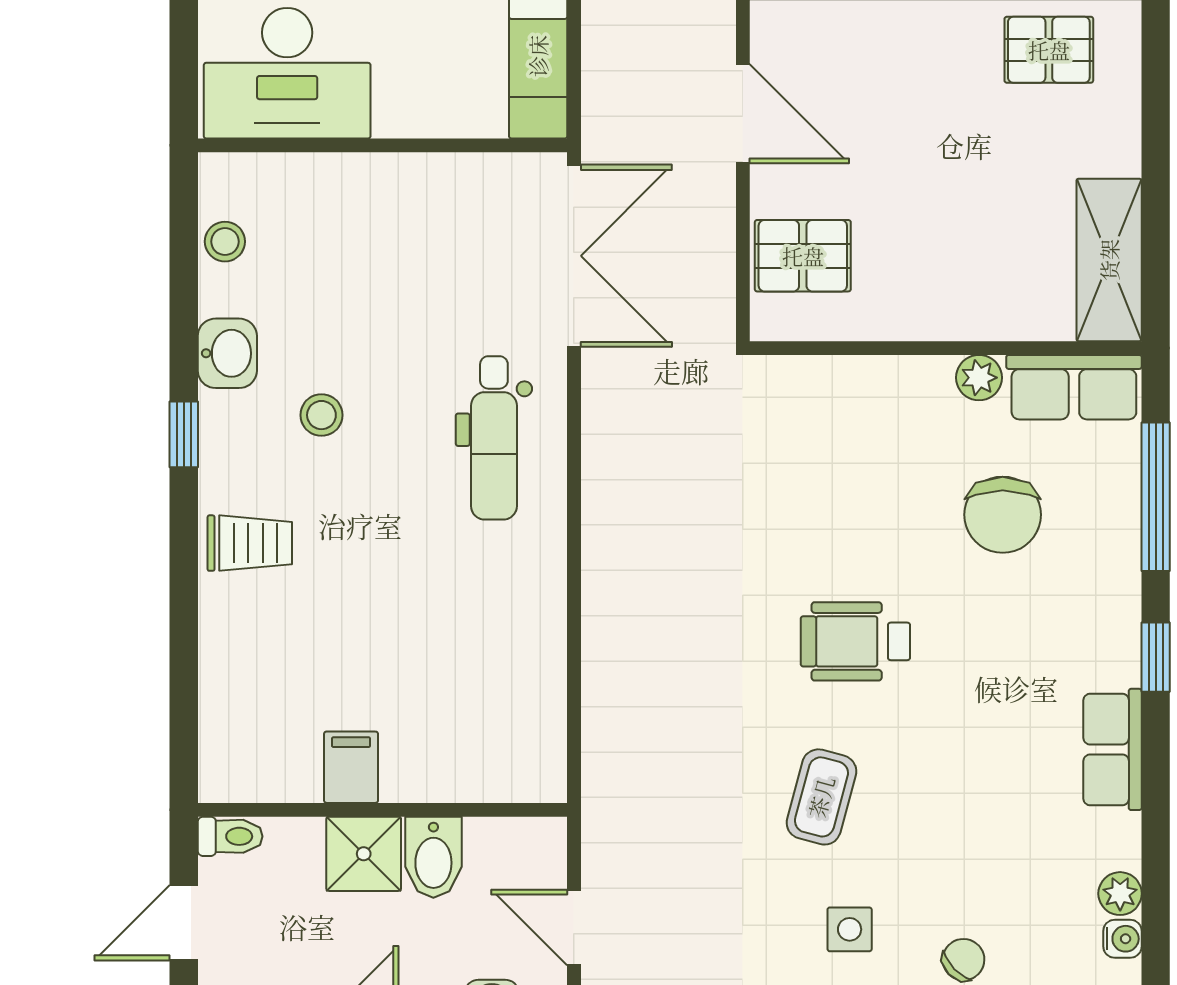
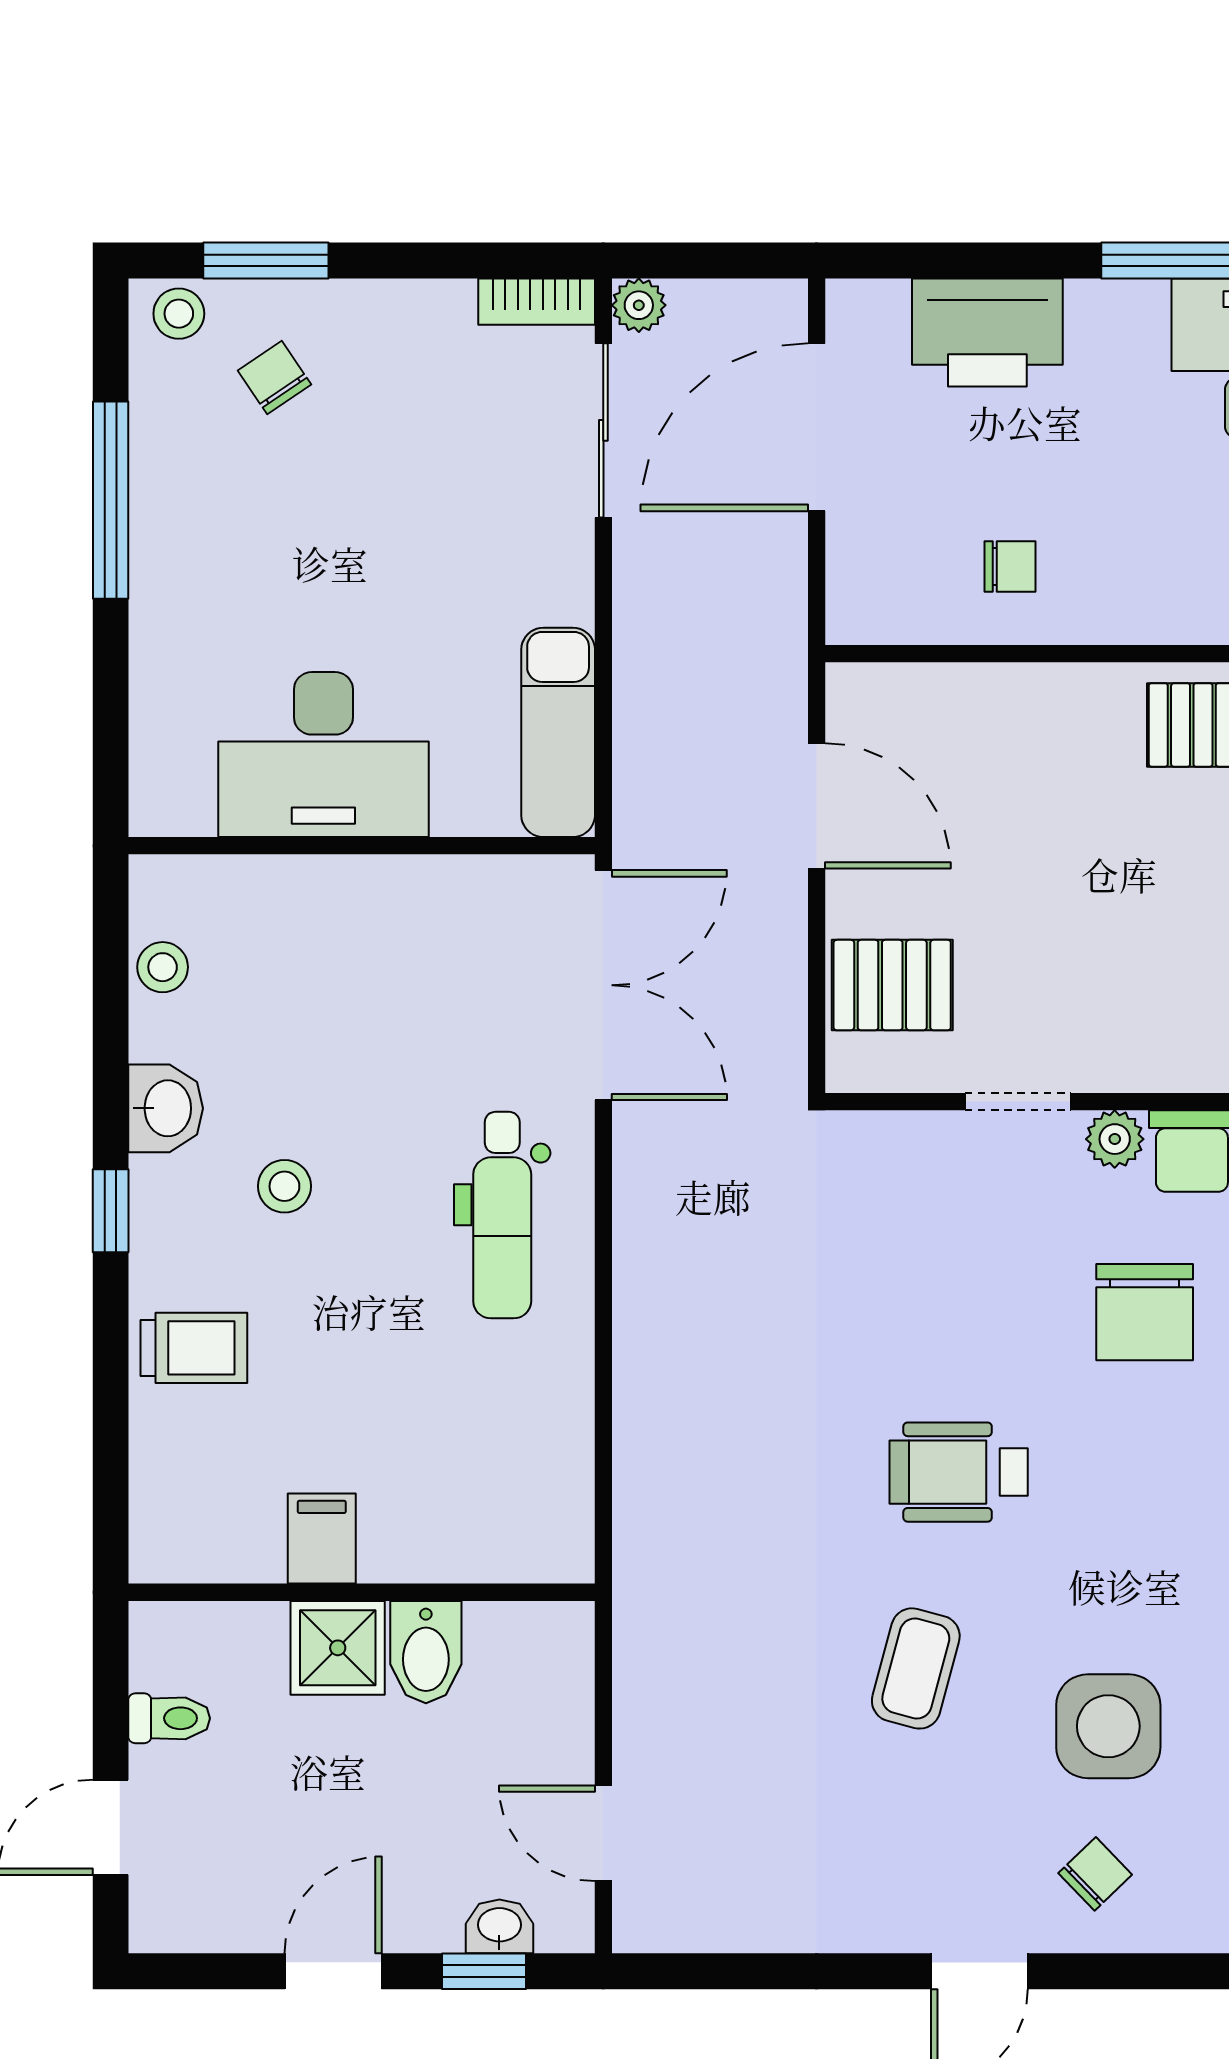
desk: (287, 73) -> (323, 755), moved
doorway: (902, 348) -> (1018, 1102), added
filing cabinet: (351, 767) -> (322, 1539), moved
wall: (383, 810) -> (362, 1592), moved
shower: (364, 854) -> (338, 1648), moved
bidet: (433, 857) -> (426, 1652), moved
side table: (850, 929) -> (1108, 1726), moved, width x1.87, depth x1.87

